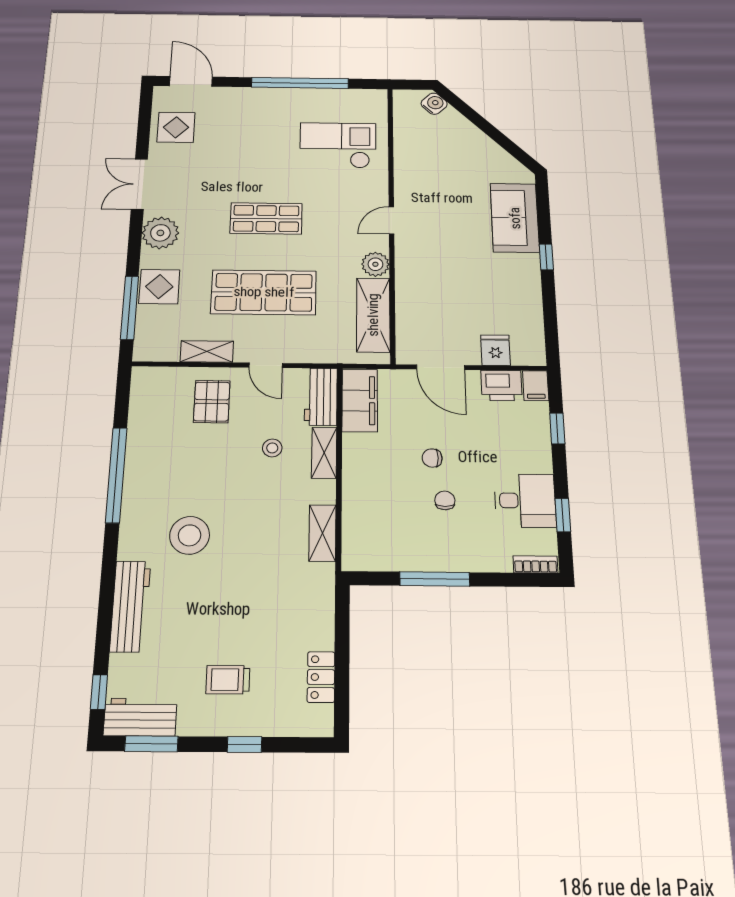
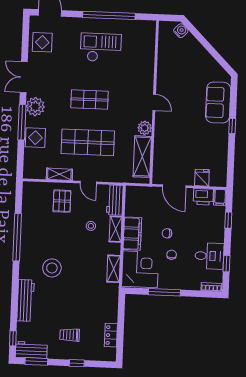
checkout: (338, 145) -> (101, 48), moved
door: (391, 220) -> (154, 102), swing flipped
window: (130, 308) -> (22, 122), moved
filing cabinet: (360, 400) -> (132, 234), moved
corner desk: (380, 532) -> (140, 269), added

